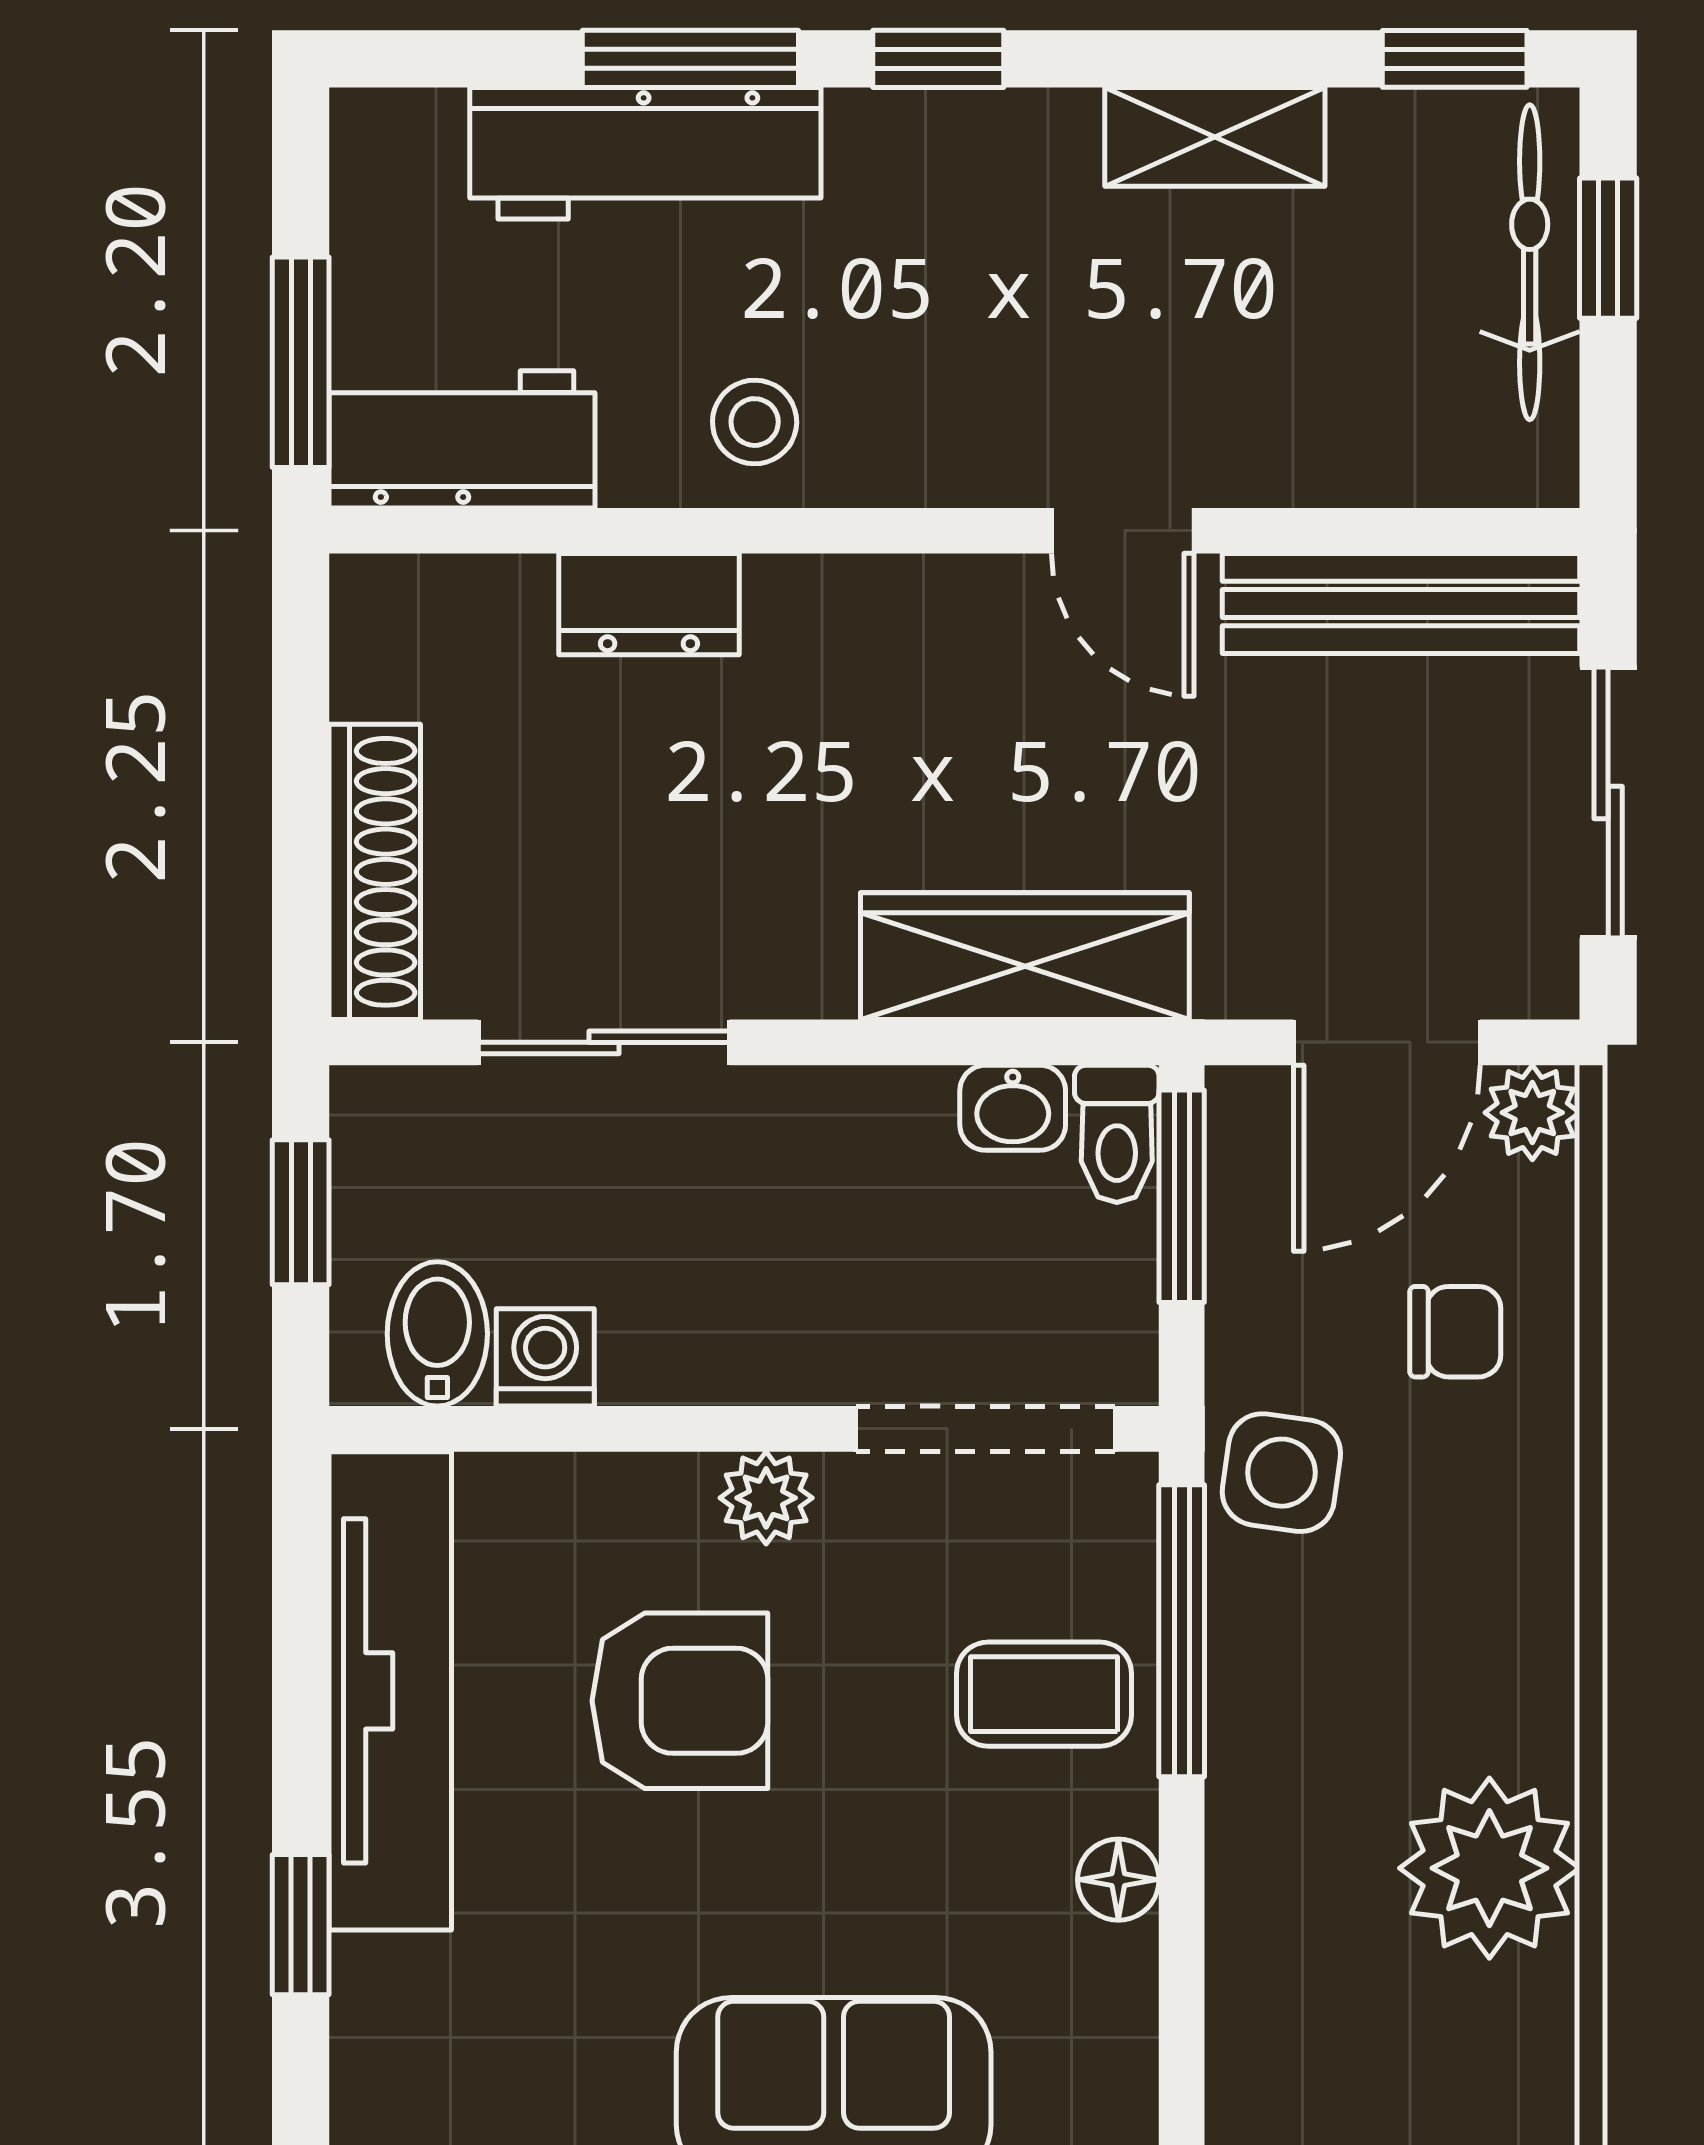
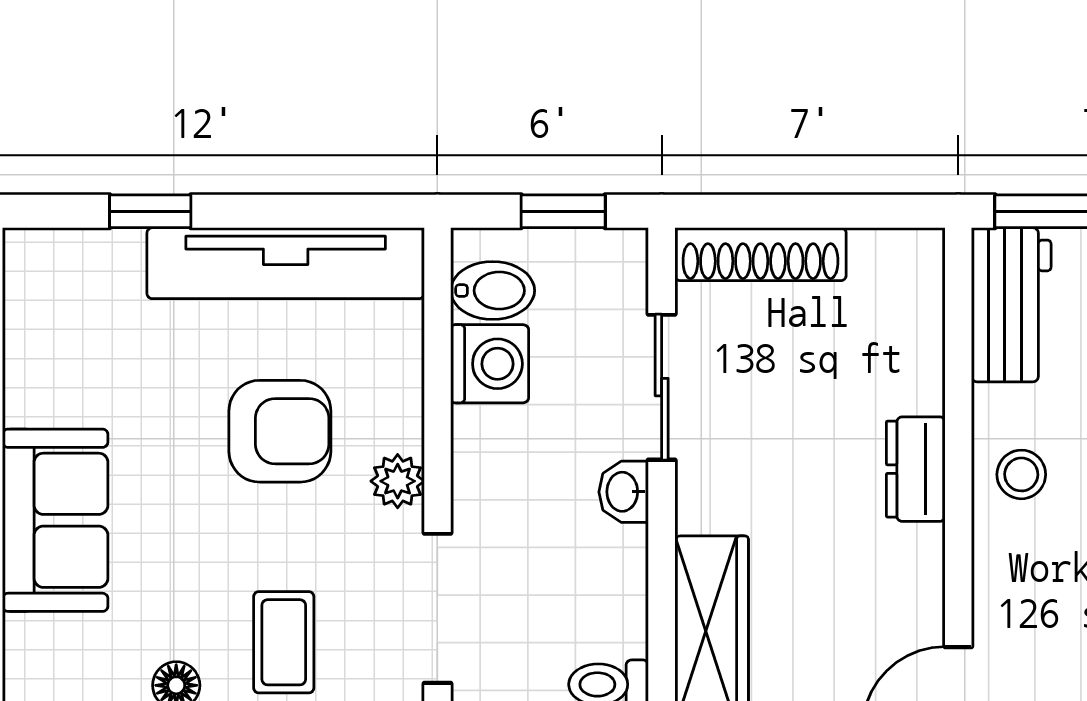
dresser: (649, 604) -> (916, 469), moved
washbasin: (1013, 1108) -> (624, 492), moved
washing machine: (545, 1357) -> (490, 364), width x1.38, depth x1.38
armchair: (680, 1701) -> (280, 431), turned -90

